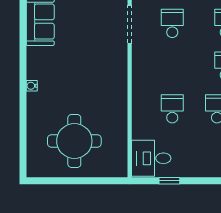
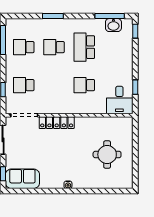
locker: (119, 70) -> (57, 123), added
round table: (74, 141) -> (107, 154), width x0.73, depth x0.73

